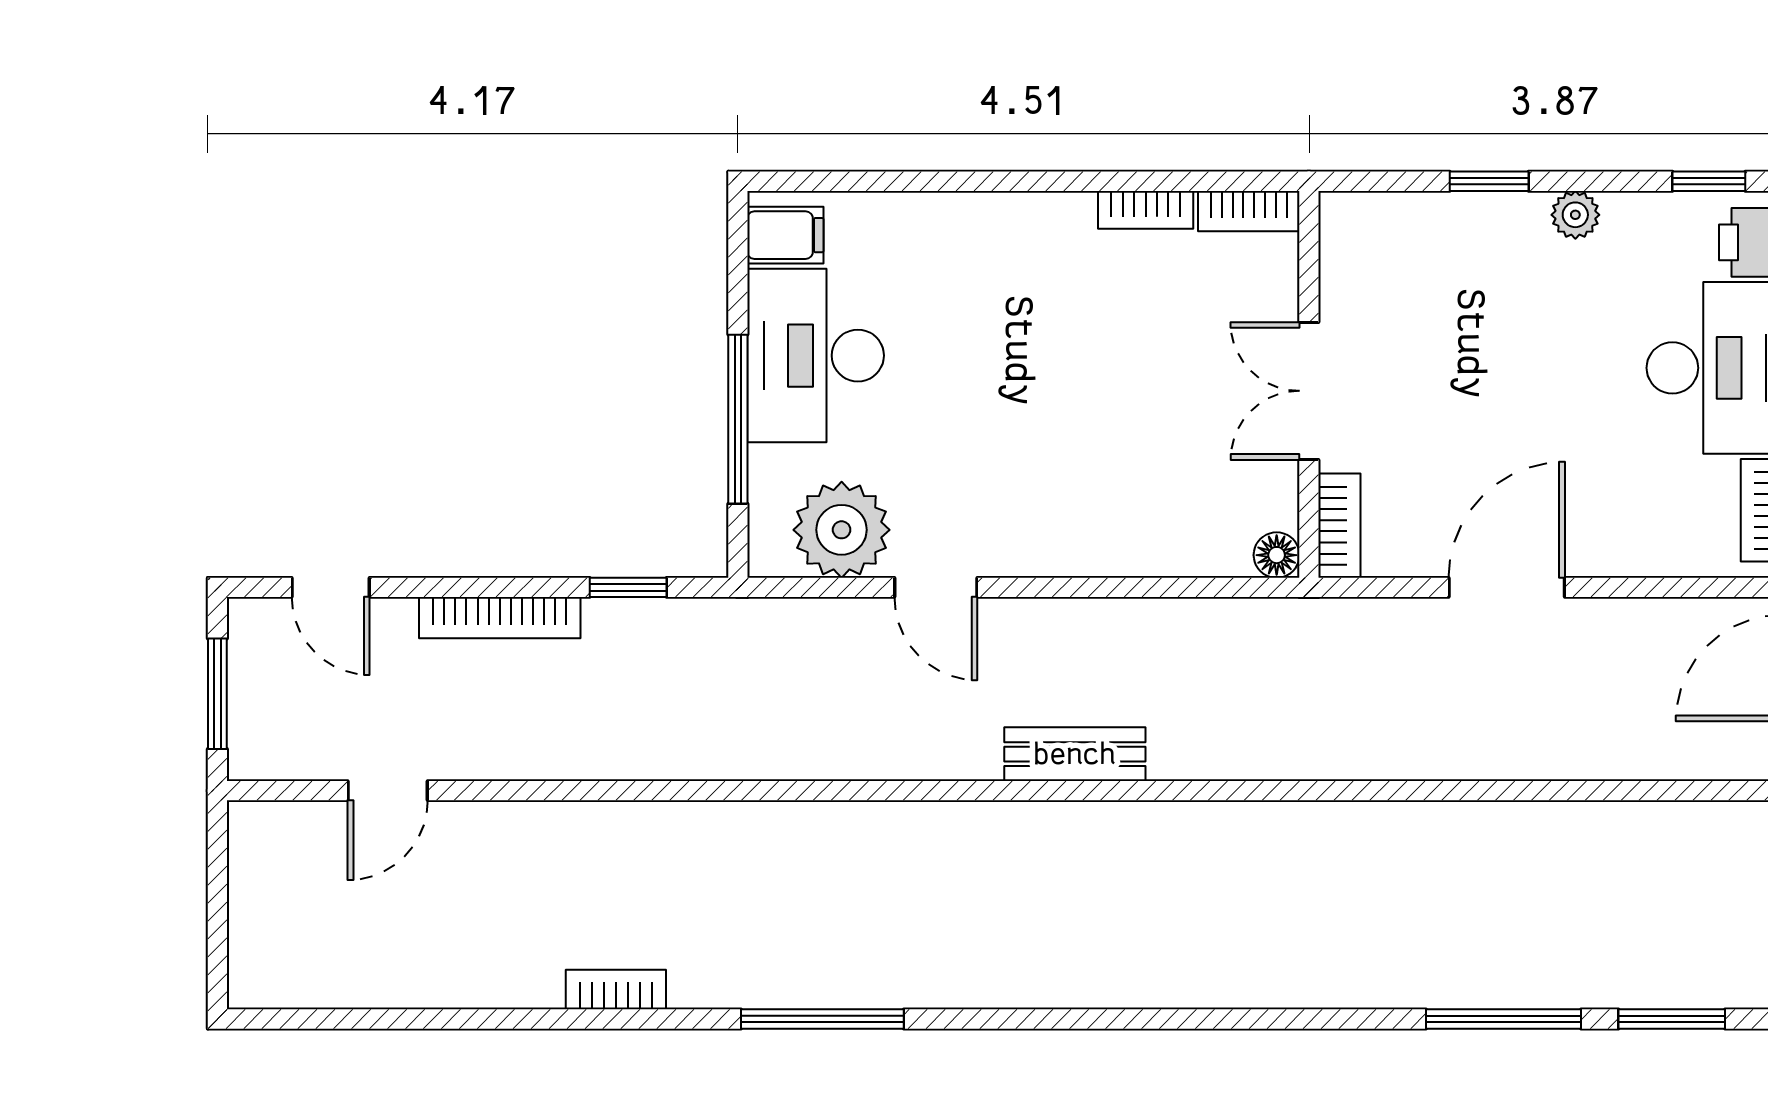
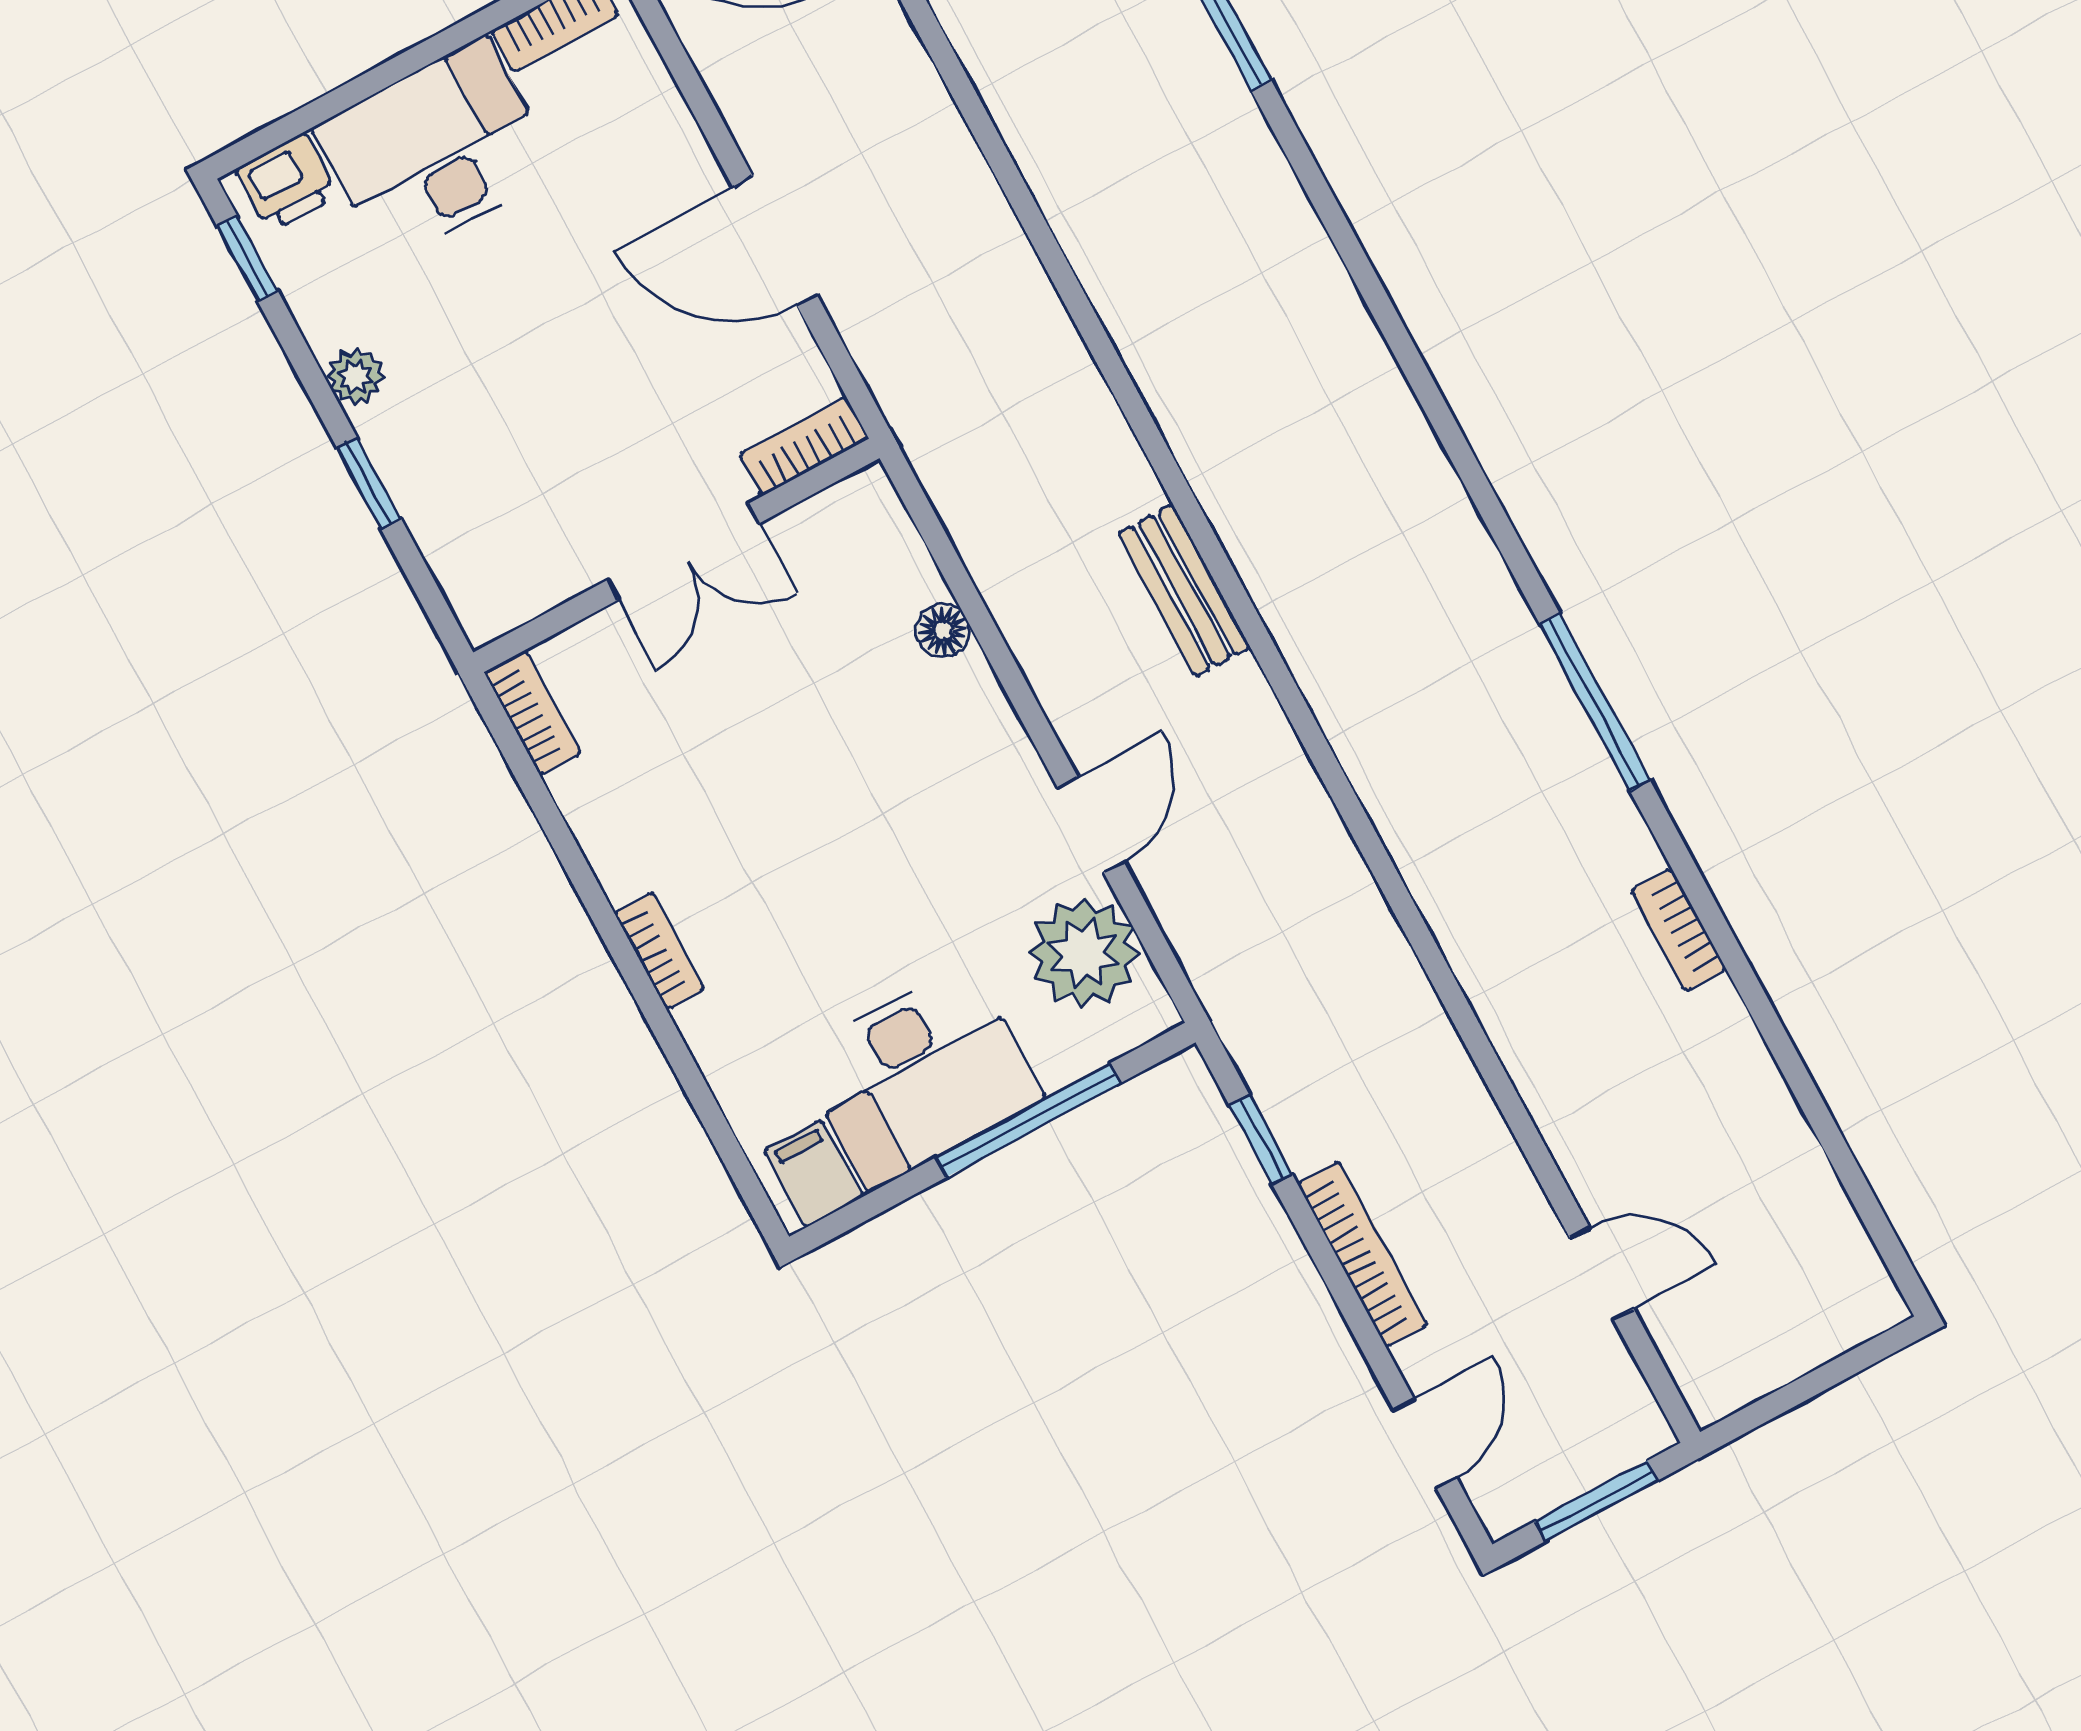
bookcase: (1146, 210) -> (659, 951), moved
floor lamp: (1277, 555) -> (943, 630), moved

